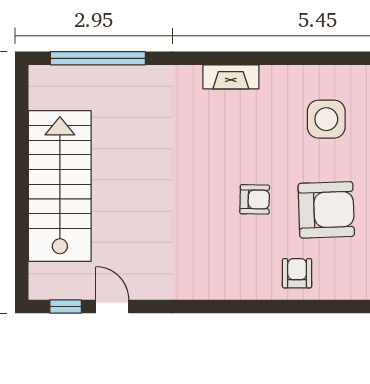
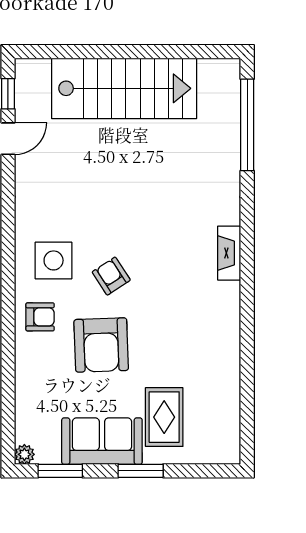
side table: (326, 119) -> (54, 260), moved
armchair: (255, 199) -> (111, 276), turned 146

